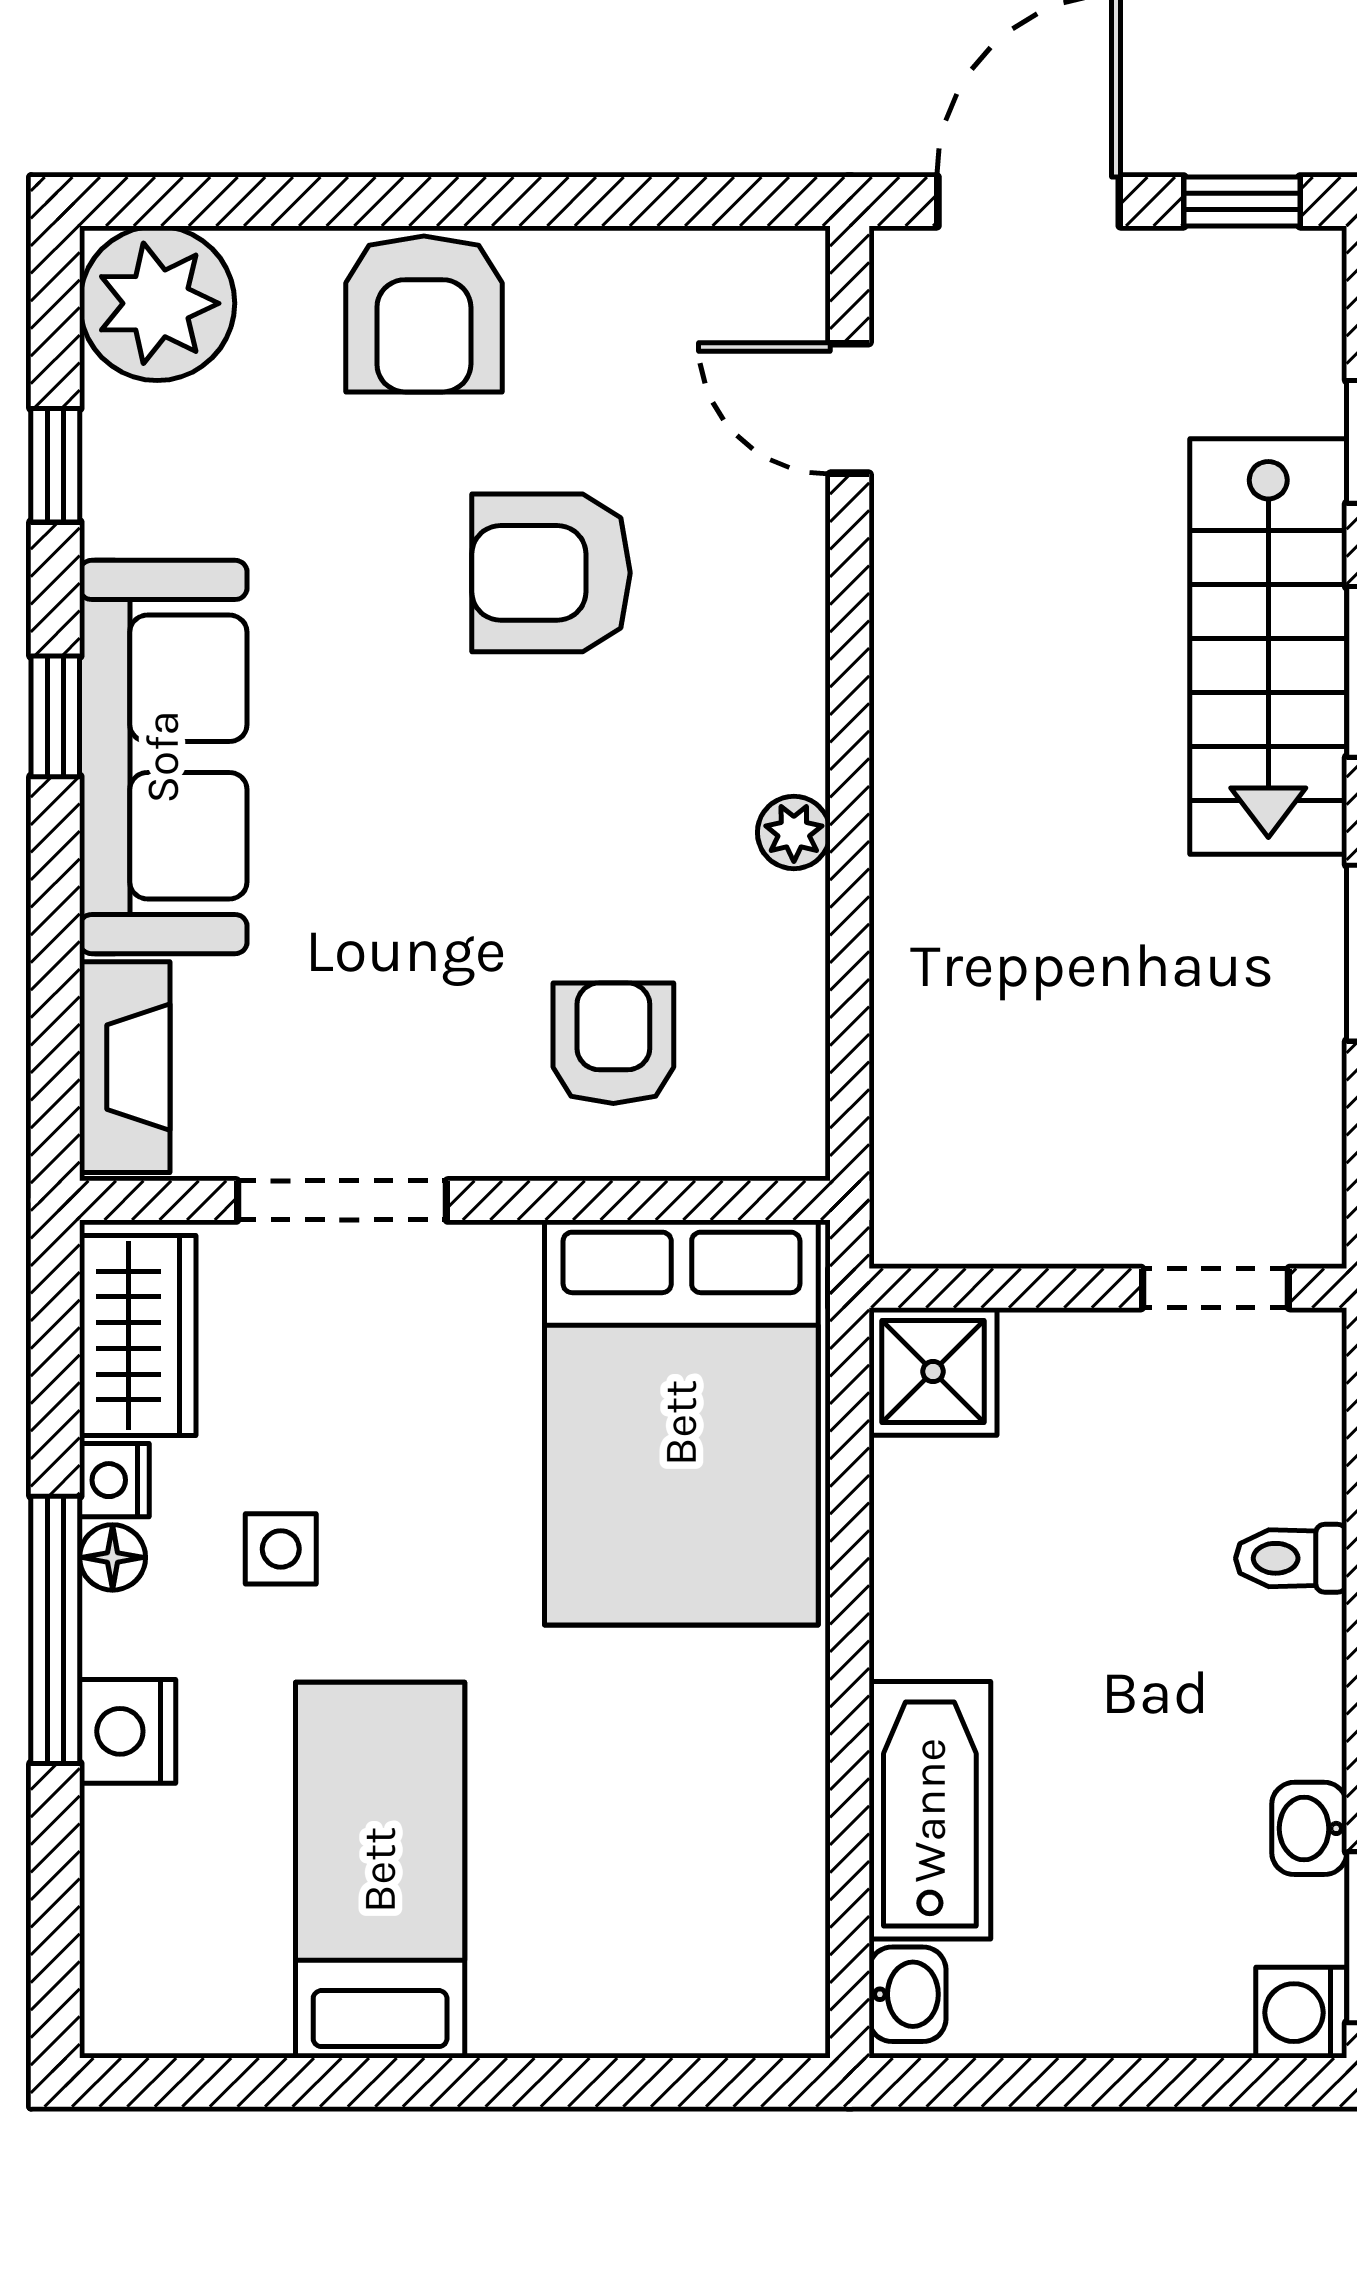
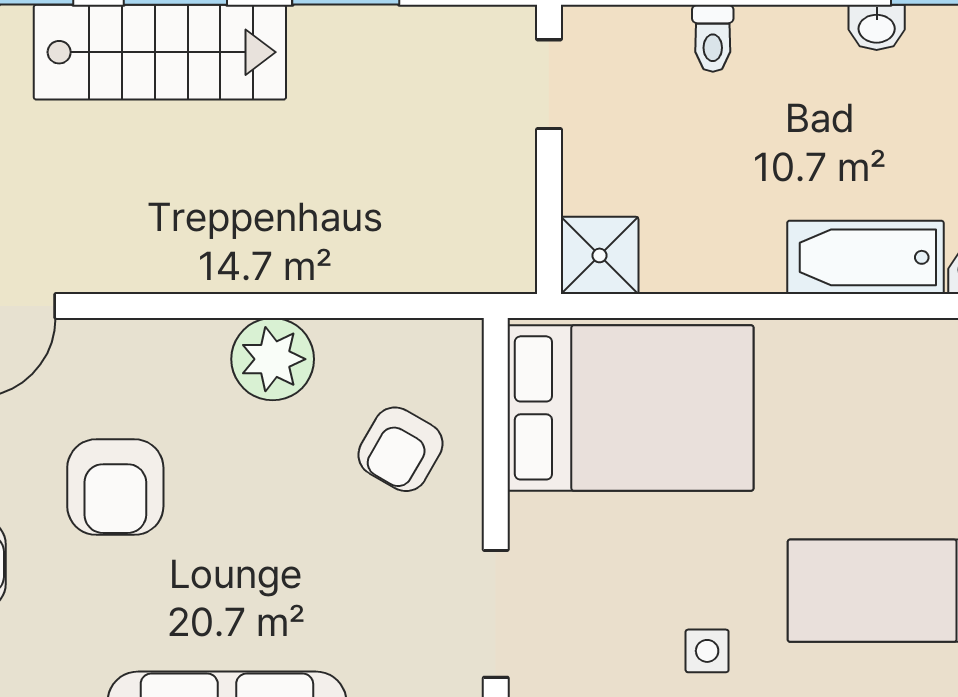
plant: (794, 832) -> (273, 359), width x1.88, depth x1.88
armchair: (613, 1043) -> (400, 449), turned -60

